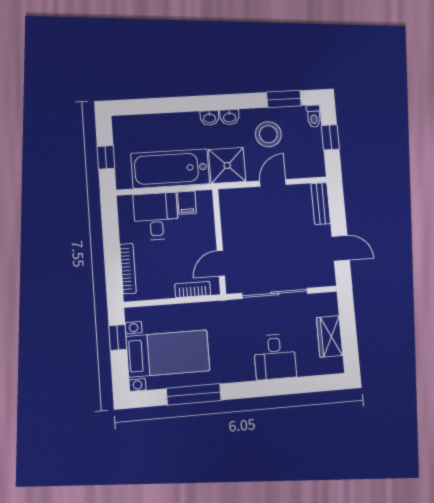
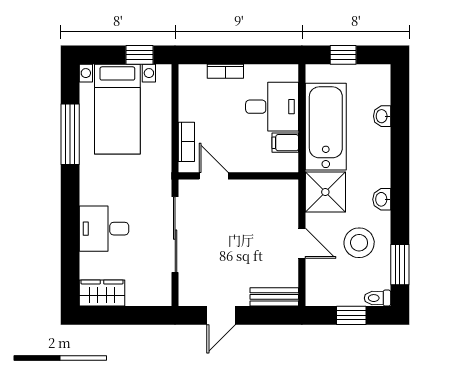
washbasin: (210, 118) -> (382, 116), moved
bookcase: (128, 269) -> (225, 71), width x0.64
wardrobe: (330, 336) -> (102, 293), moved

